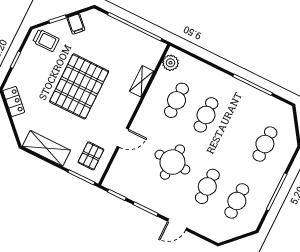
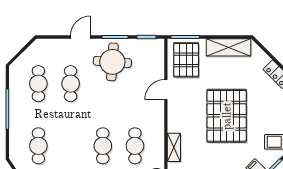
pallet: (91, 156) -> (186, 60), width x1.50, depth x1.42
round table: (172, 162) -> (112, 62), moved

